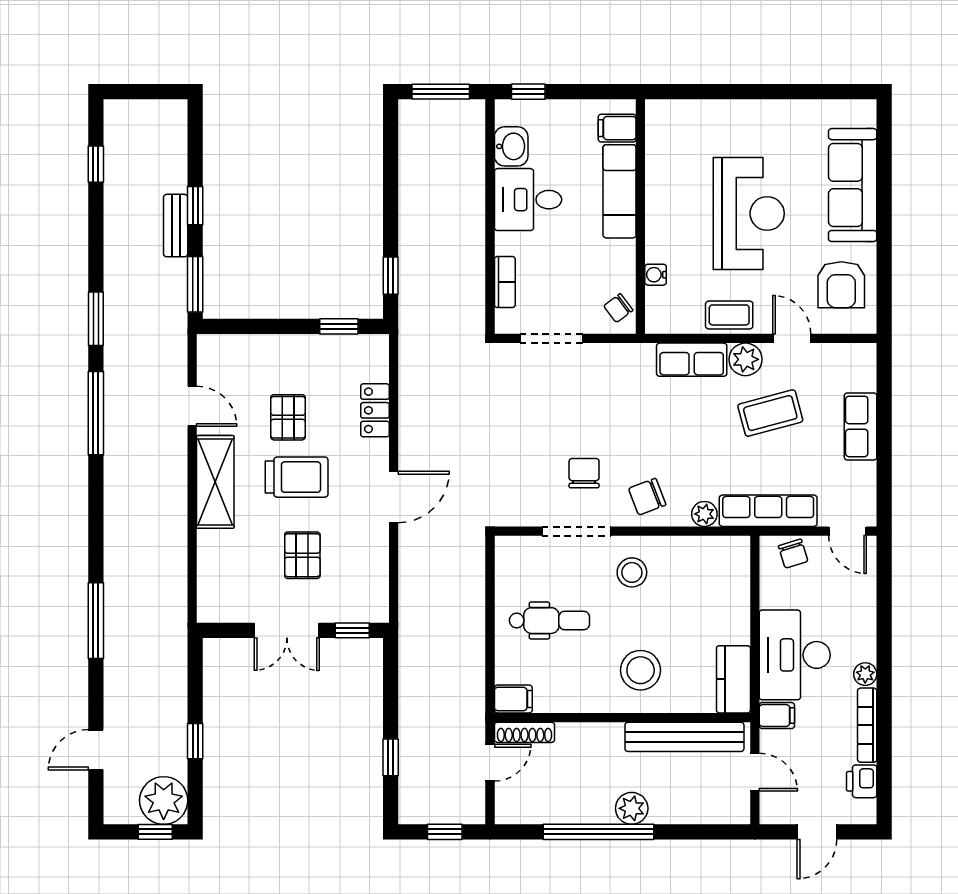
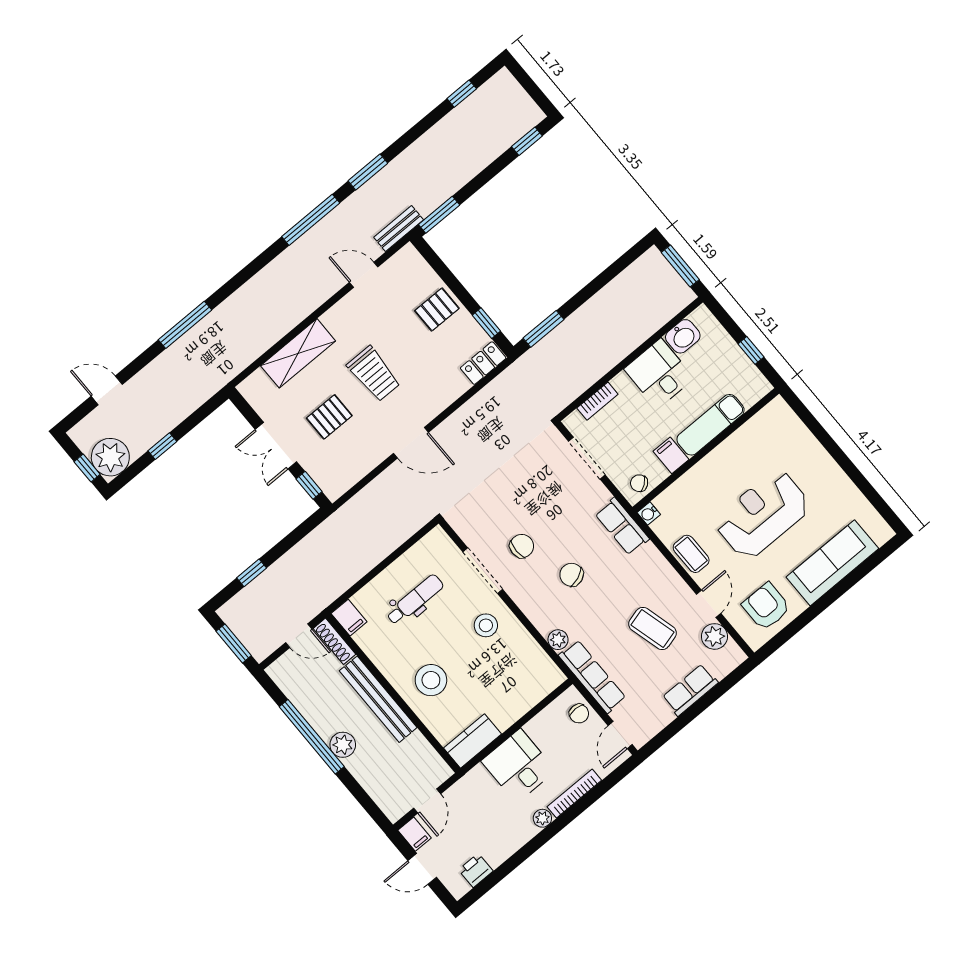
window: (528, 92) -> (751, 350), moved
filing cabinet: (617, 128) -> (671, 455), moved
window: (195, 206) -> (527, 141), moved
reception desk: (749, 213) -> (763, 514), turned 180
bench: (176, 226) -> (399, 229), moved
water cooler: (656, 275) -> (649, 513), moved, turned -90
window: (391, 276) -> (543, 329), width x1.50
armchair: (841, 285) -> (766, 606), turned 90
plant: (745, 359) -> (714, 636), moved
row of seats: (692, 360) -> (622, 526), moved
door: (192, 406) -> (364, 275), swing flipped
locker: (375, 410) -> (483, 363), moved
pallet: (288, 417) -> (437, 310), moved
shelving: (215, 482) -> (298, 353), moved
chair: (647, 497) -> (572, 575), moved
chair: (793, 554) -> (579, 714), turned -73
dental chair: (549, 621) -> (415, 600), turned -90
desk: (795, 655) -> (518, 766), width x0.73
filing cabinet: (777, 716) -> (415, 834), moved
bookcase: (867, 725) -> (574, 794), moved
bench: (684, 737) -> (378, 699), moved
window: (445, 832) -> (234, 643), width x1.50

